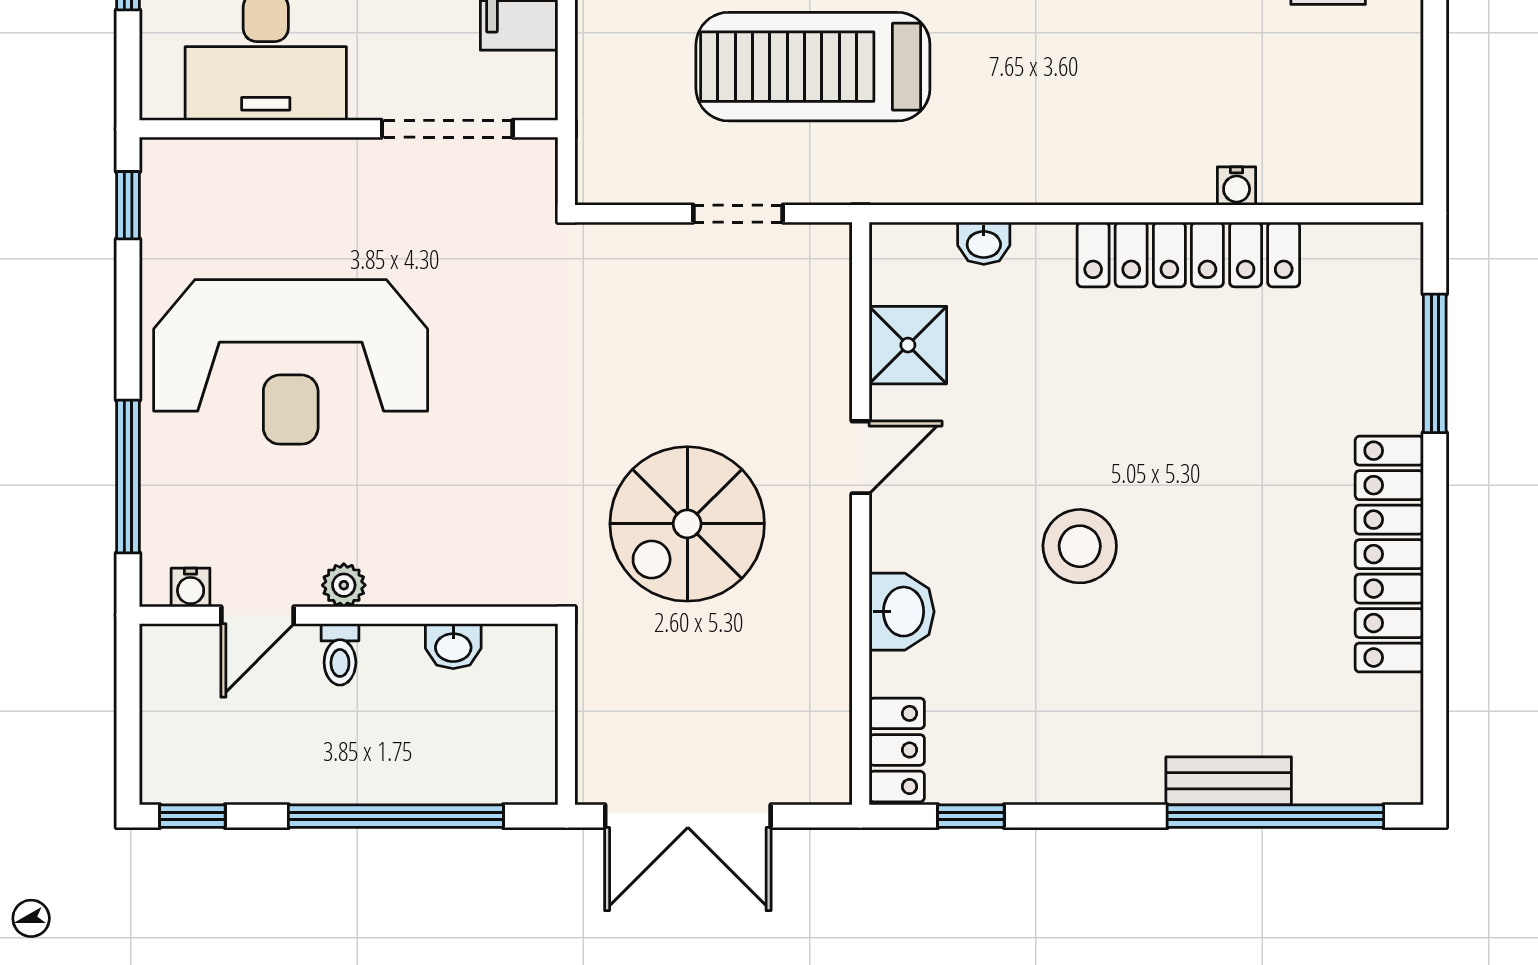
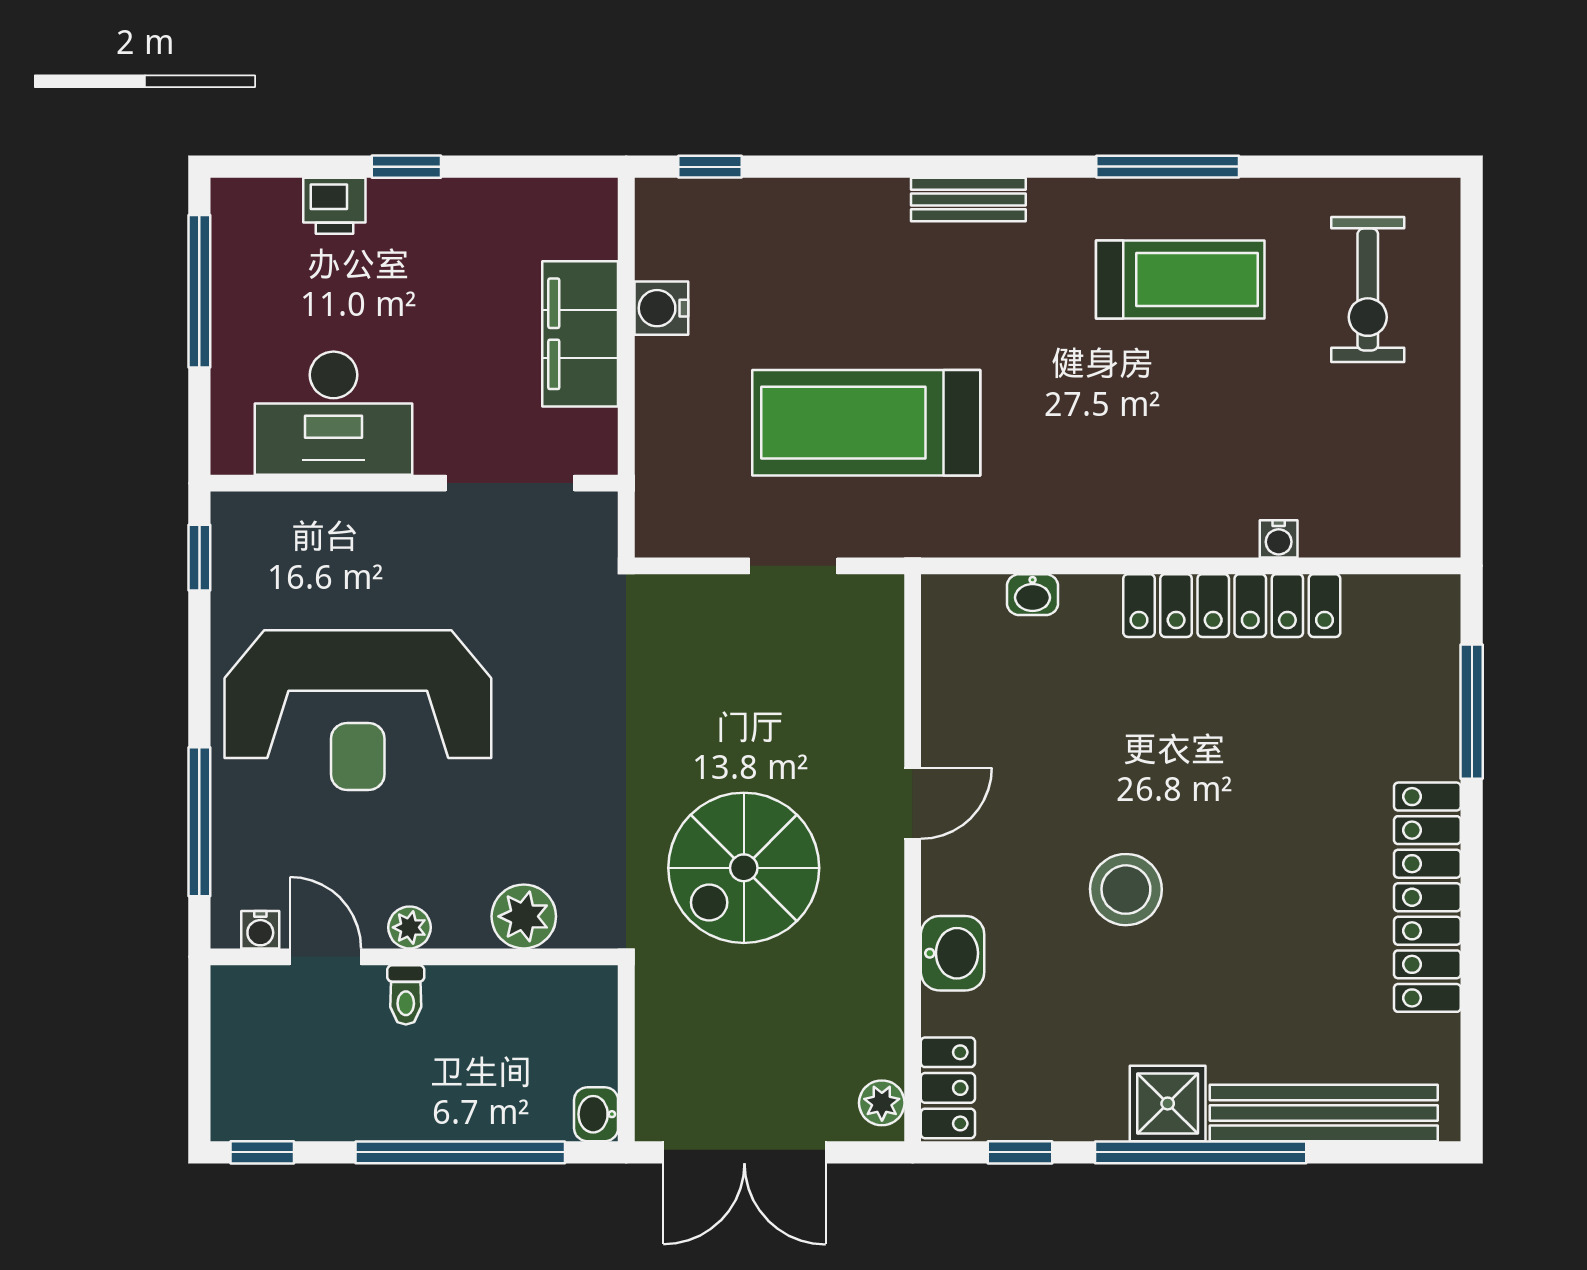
shower: (908, 345) -> (1168, 1103), moved
plant: (461, 574) -> (524, 916), added
door: (258, 615) -> (326, 957), swing flipped
washbasin: (453, 646) -> (596, 1114), moved, turned 90
plant: (829, 765) -> (882, 1103), added
bench: (1229, 781) -> (1324, 1113), width x1.86, depth x1.21
window: (1275, 816) -> (1201, 1152), moved

